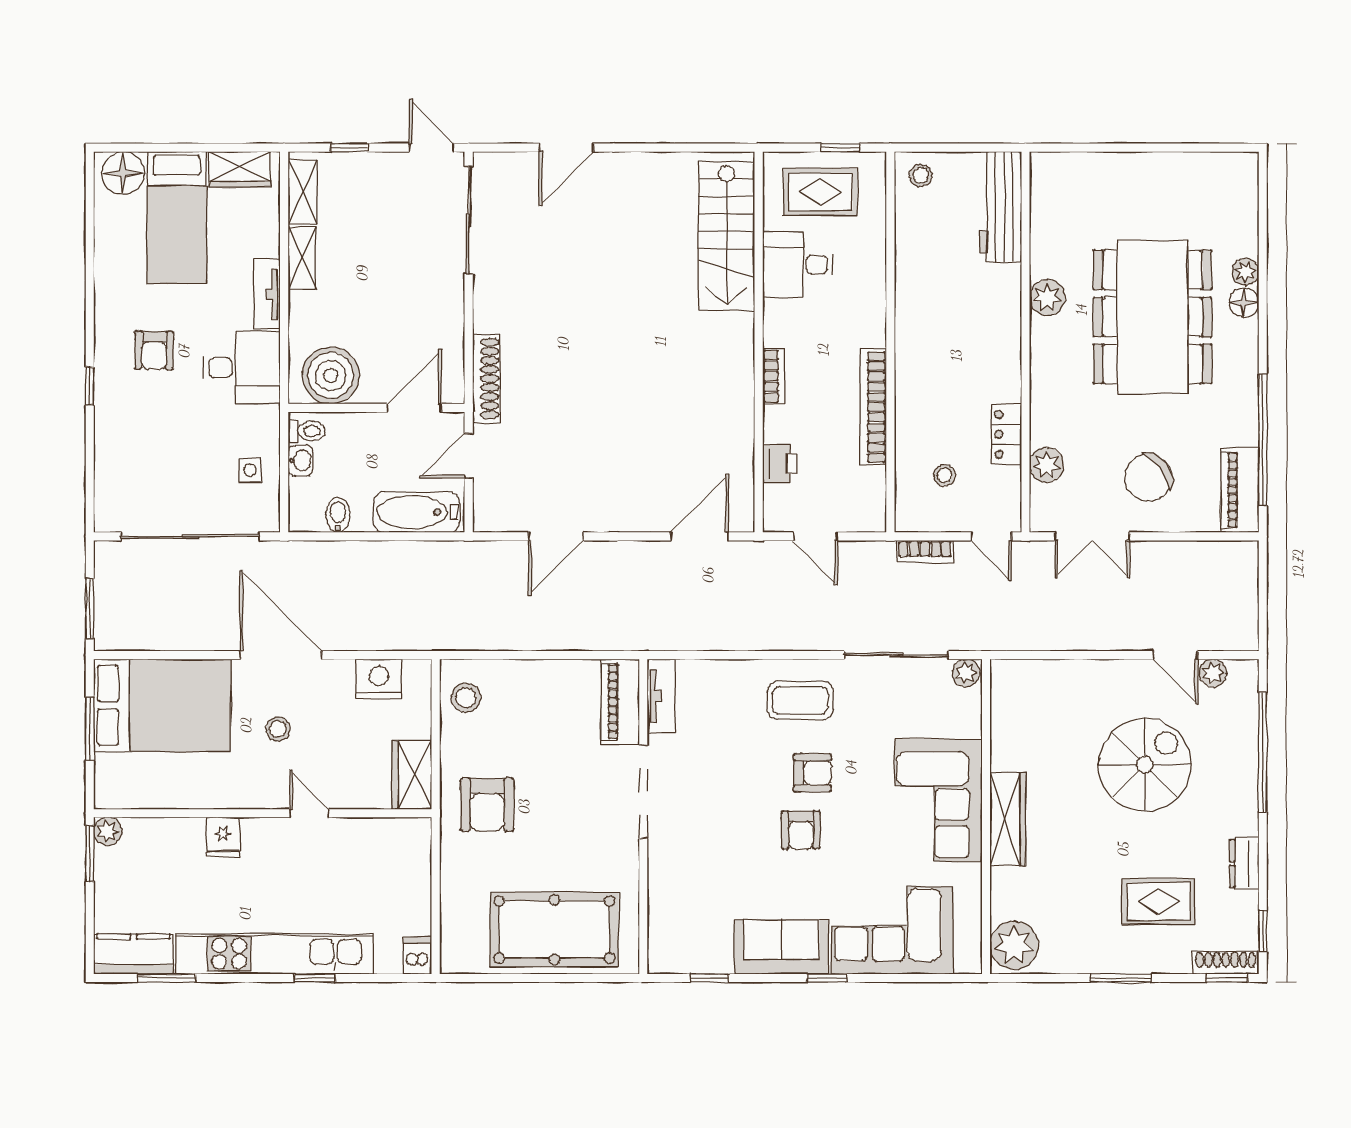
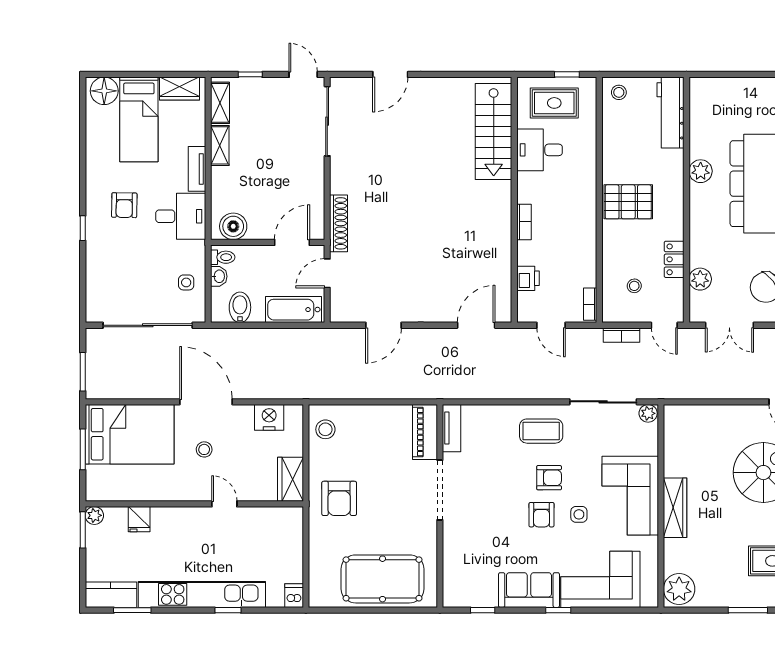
pallet: (935, 345) -> (628, 202), added
boiler: (331, 375) -> (233, 226), width x0.73, depth x0.73
bookcase: (873, 407) -> (590, 304), moved, width x0.43, depth x0.76
bidet: (338, 515) -> (240, 307), width x1.38, depth x1.36
side table: (859, 830) -> (579, 514), added
fridge: (223, 837) -> (139, 519), moved

